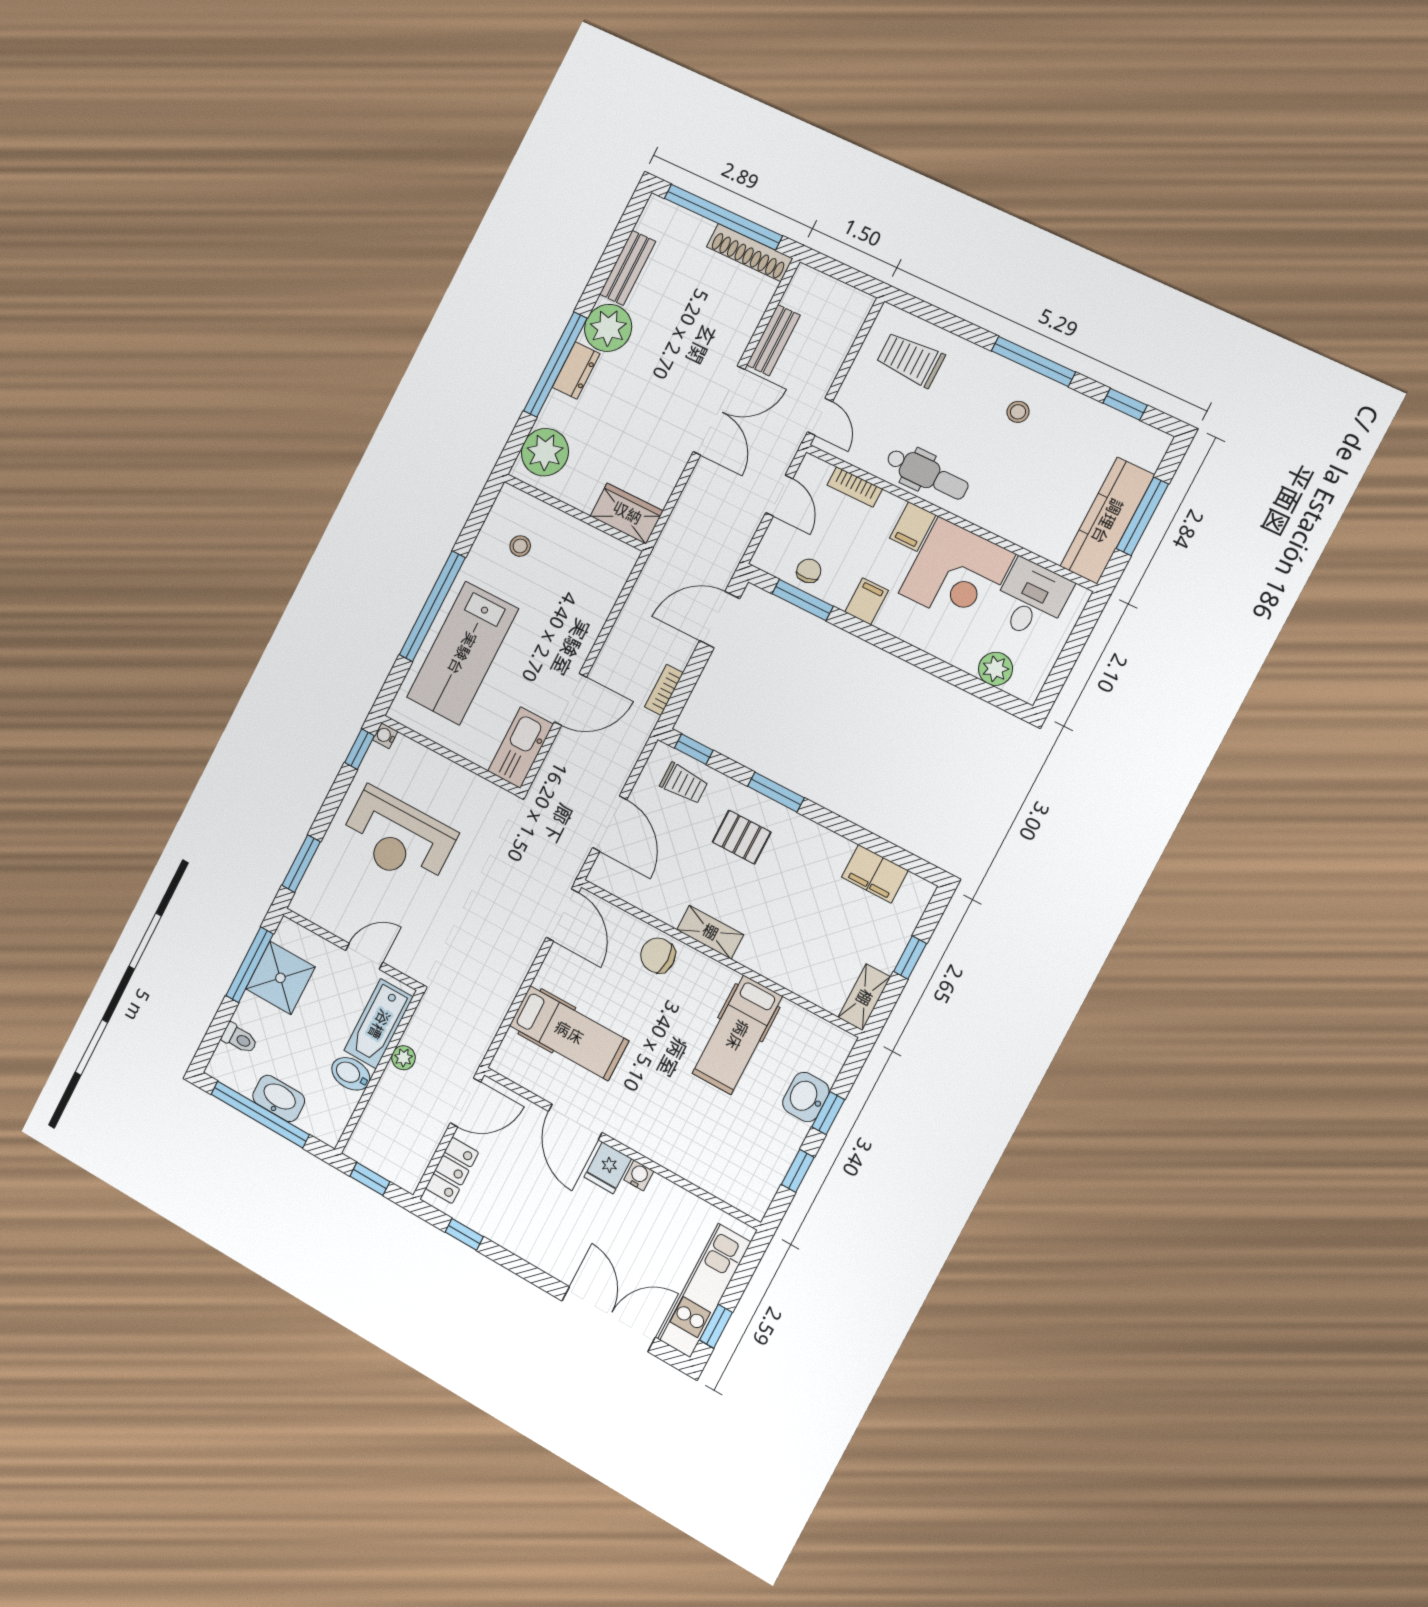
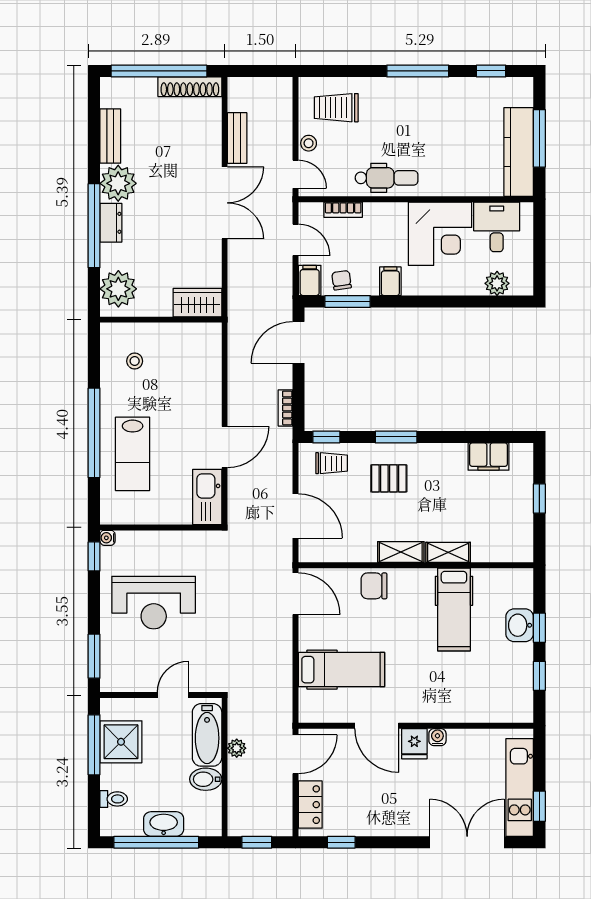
stool: (1018, 412) -> (309, 143), moved
filing cabinet: (913, 527) -> (310, 280), moved, turned 180
lab bench: (462, 653) -> (133, 454), width x0.73, depth x0.72
shelving: (864, 997) -> (448, 552), moved, turned 90

